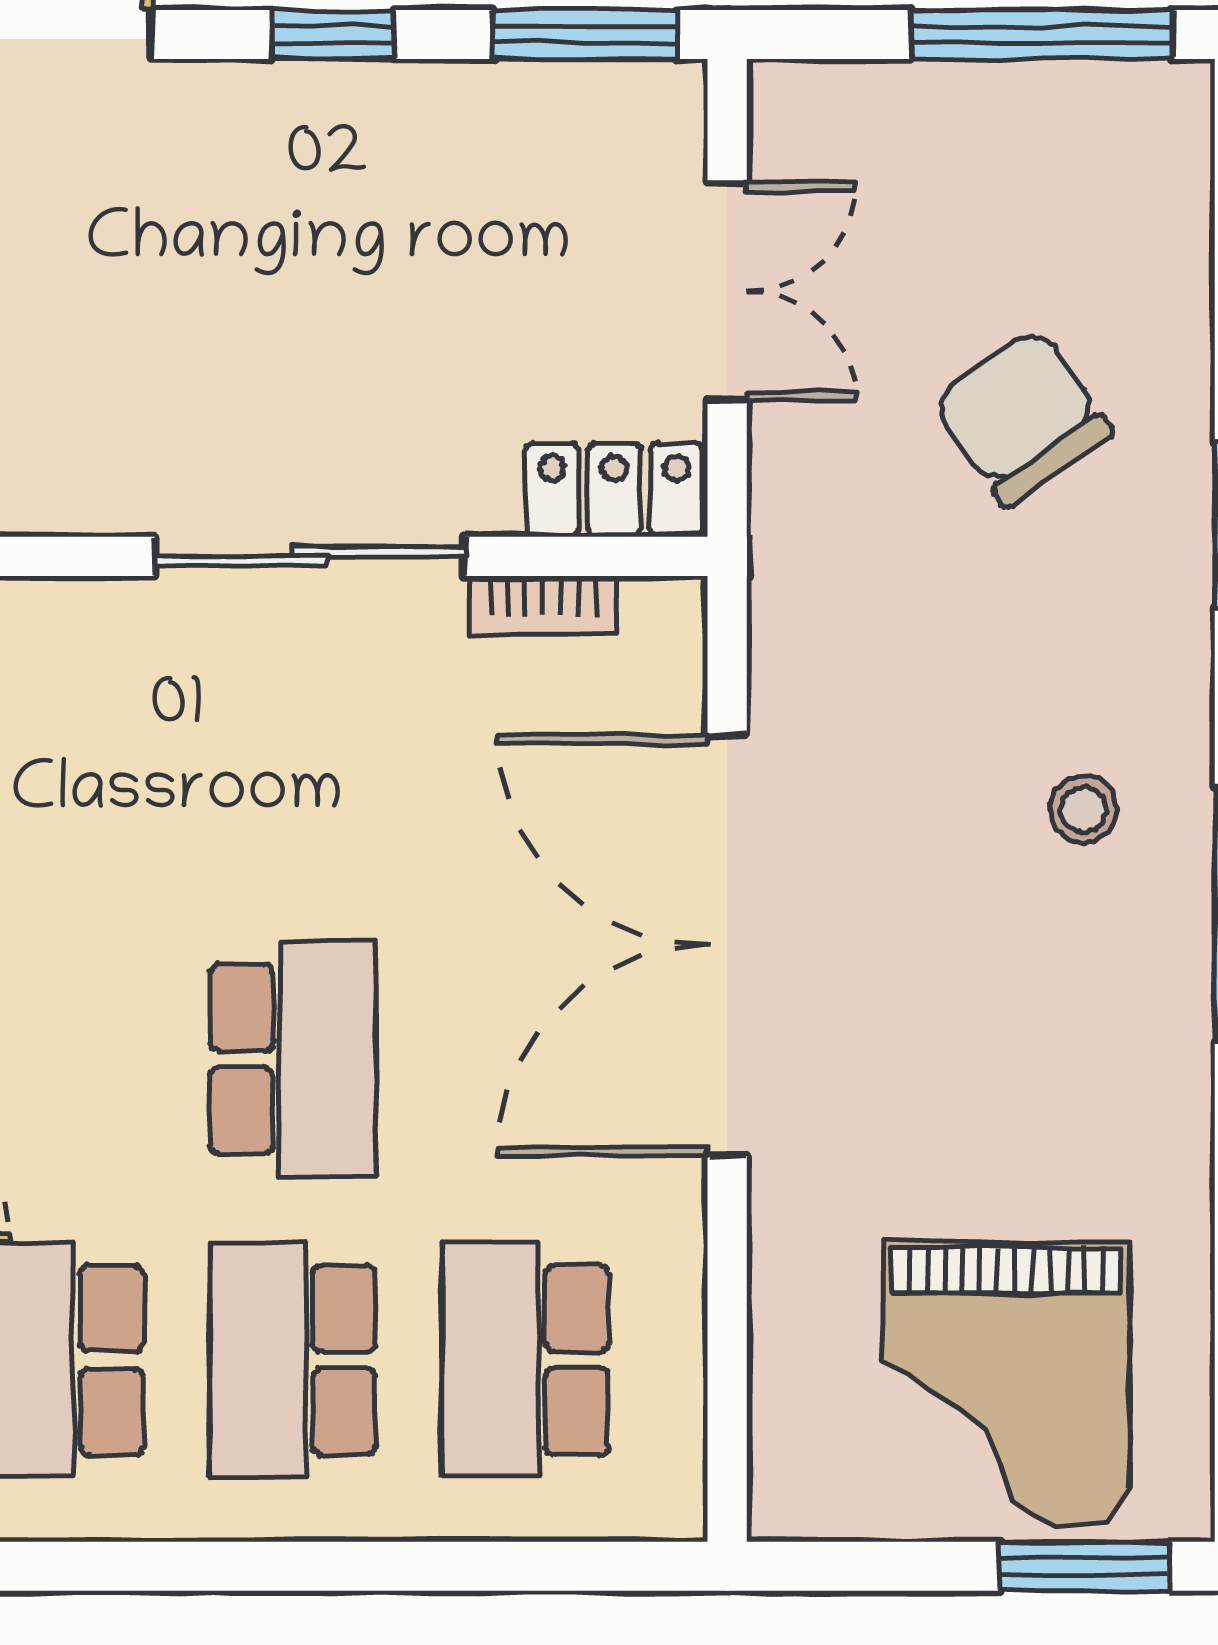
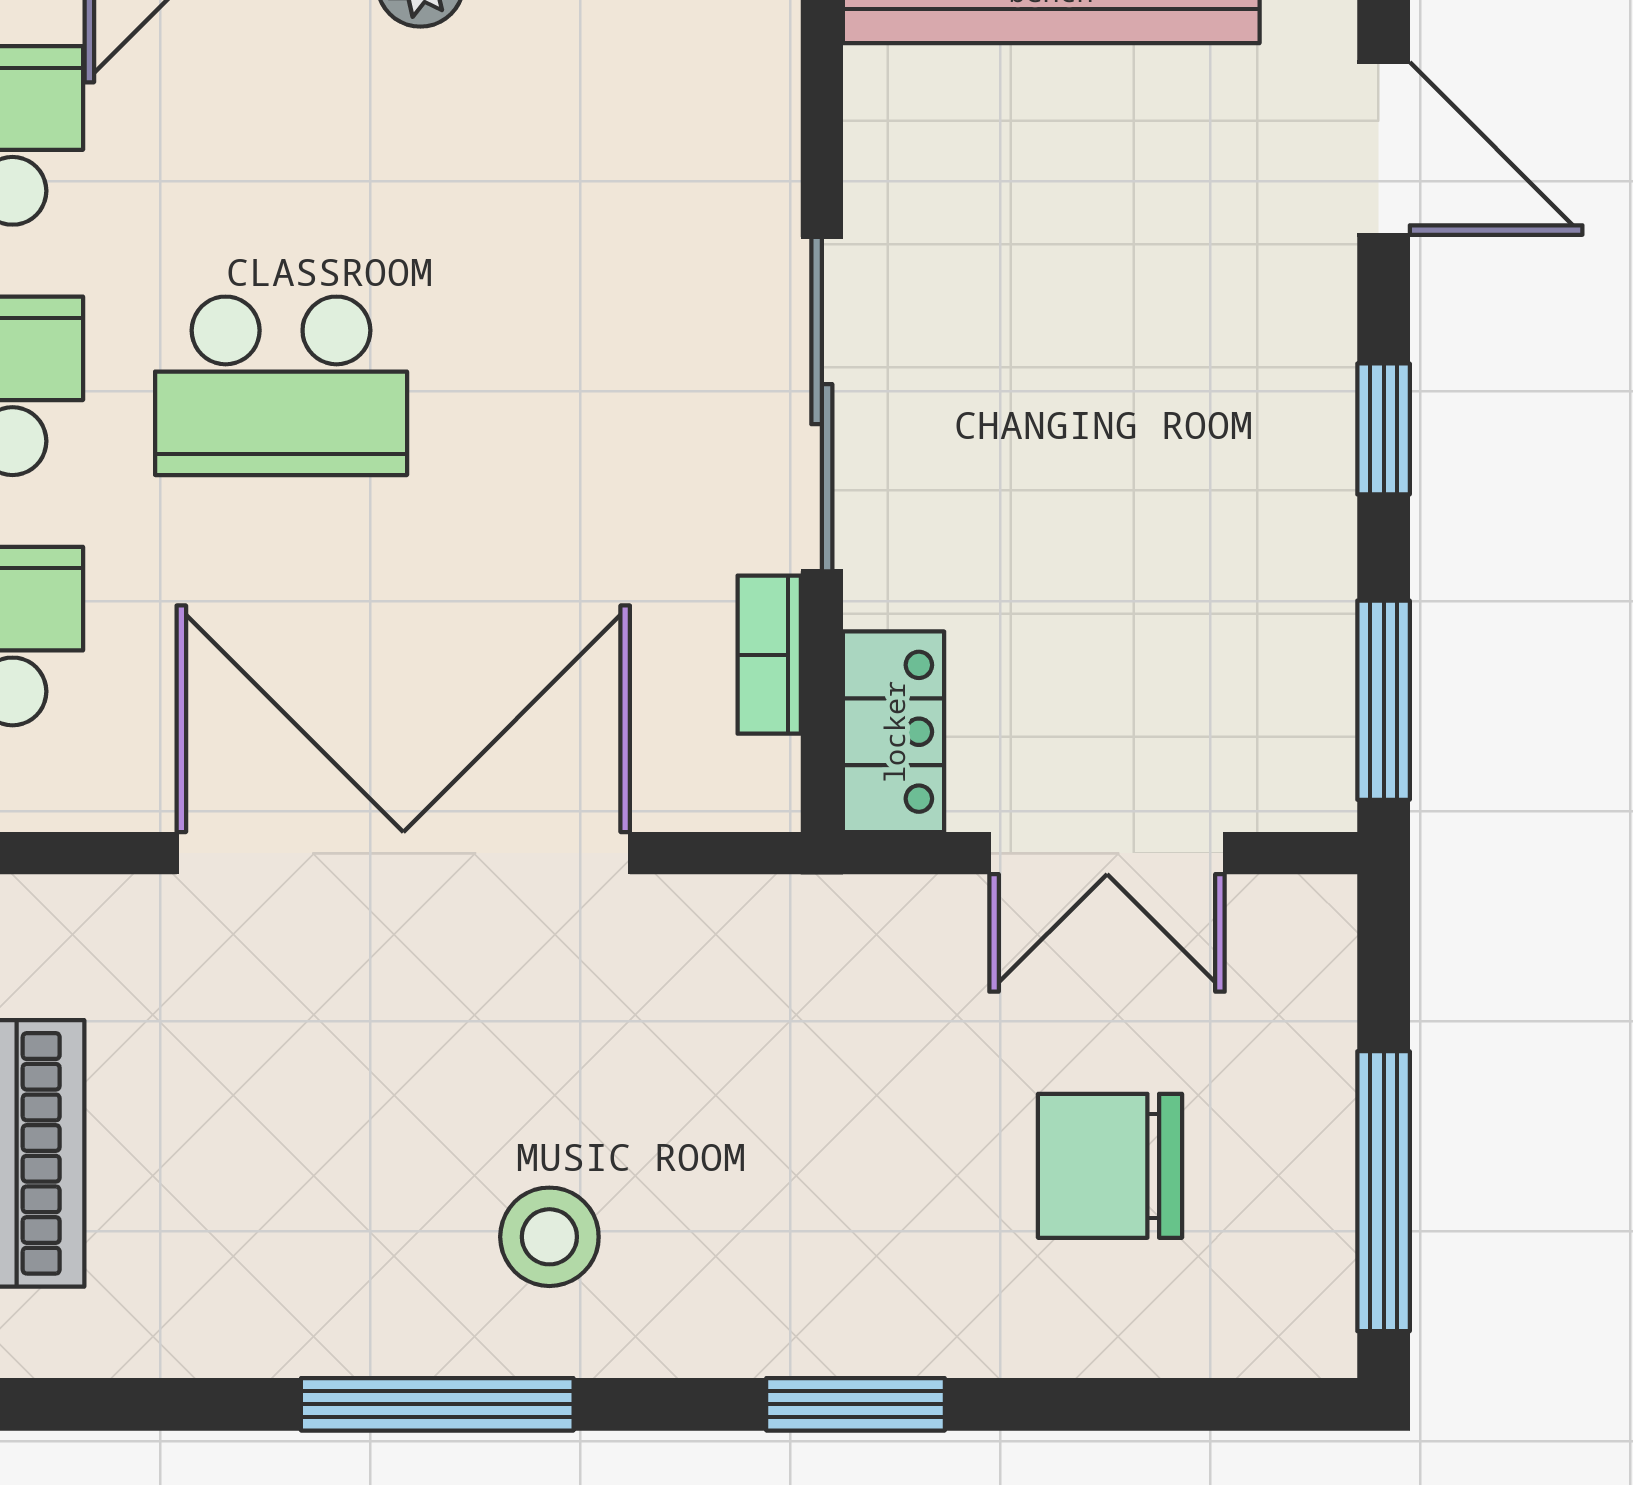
chair: (1022, 417) -> (1110, 1166), moved, turned -145
stool: (1084, 810) -> (549, 1237), width x1.37, depth x1.37

